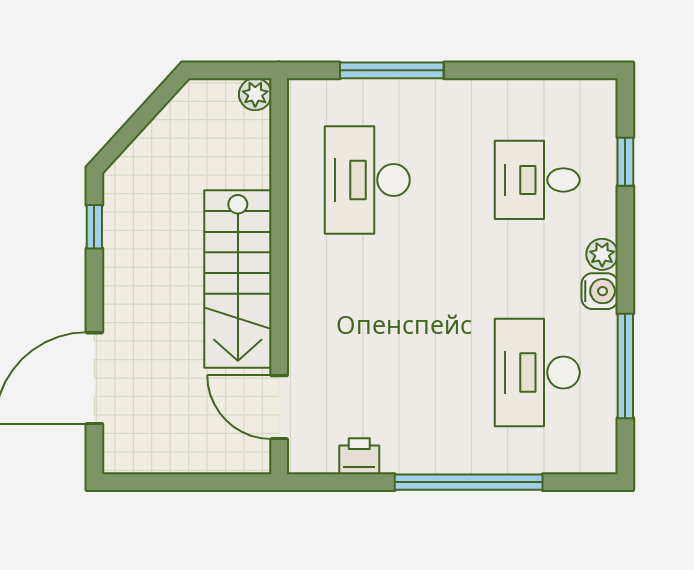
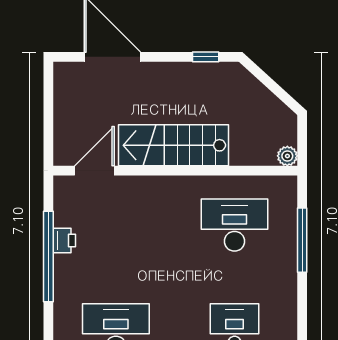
printer: (359, 456) -> (64, 240), moved
window: (469, 482) -> (48, 257), moved

